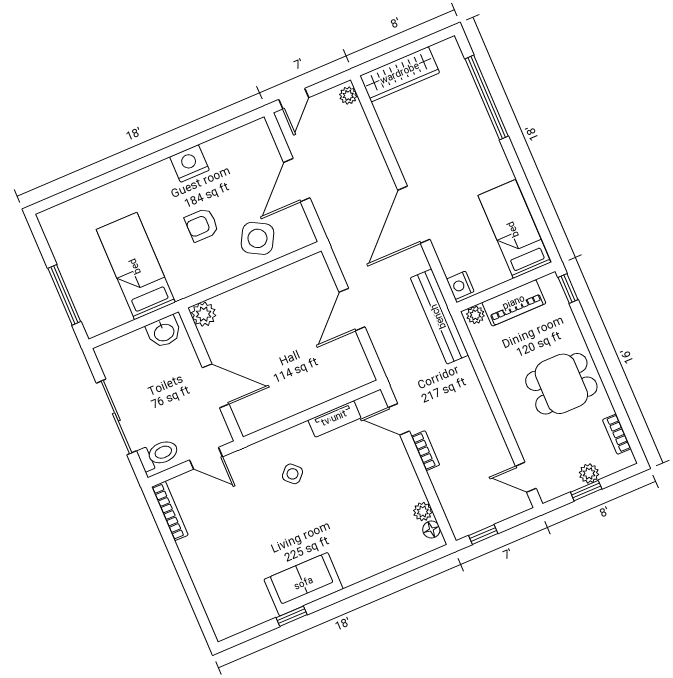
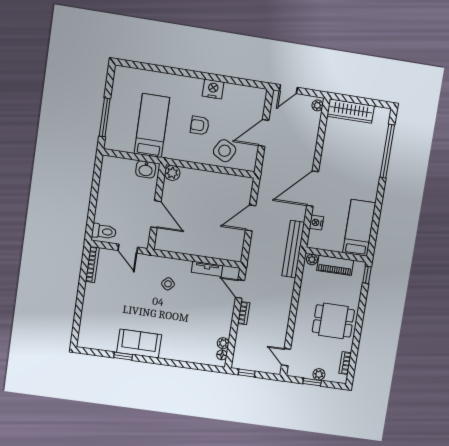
nightstand: (460, 285) -> (316, 223), moved
sliding door: (116, 417) -> (94, 199), removed

